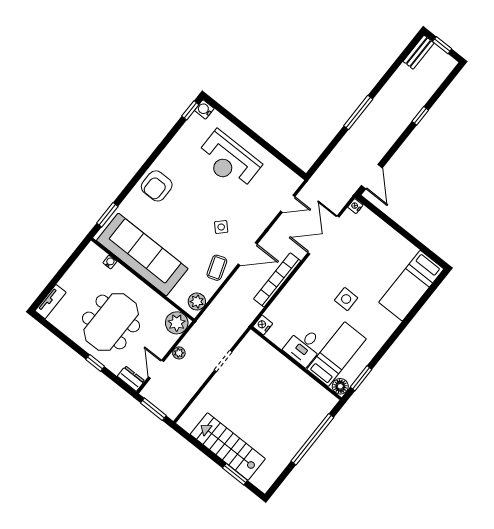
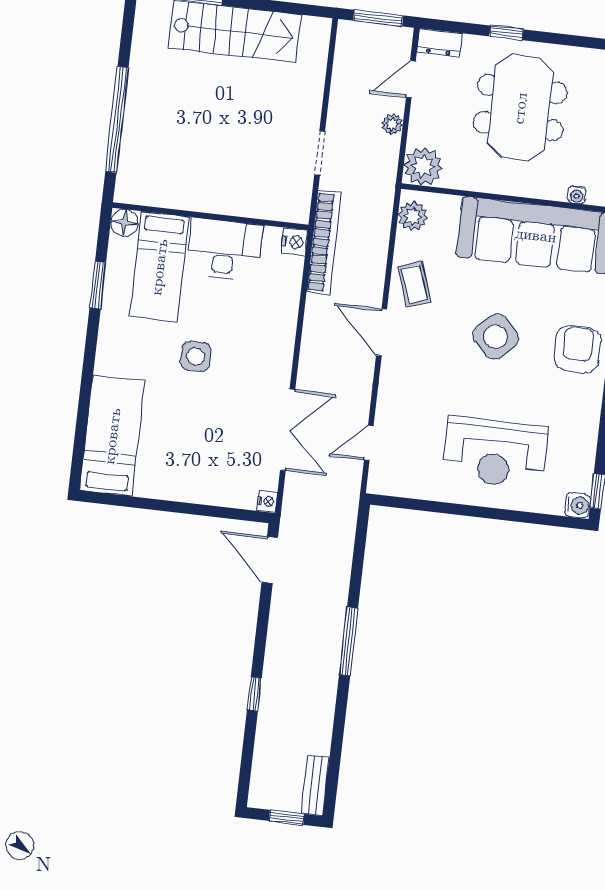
reception desk: (229, 160) -> (495, 453), turned 180
side table: (221, 227) -> (496, 337), moved, width x1.87, depth x1.87
door: (248, 254) -> (382, 332), hinge flipped
bookcase: (277, 280) -> (324, 242), moved
desk: (304, 346) -> (224, 249), width x1.37
door: (156, 369) -> (411, 79), swing flipped
window: (361, 378) -> (98, 285), moved

